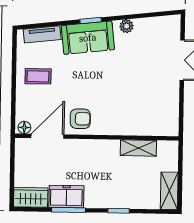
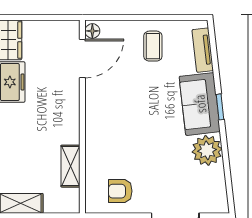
plant: (127, 26) -> (207, 150), width x1.88, depth x1.88
armchair: (80, 119) -> (120, 191), moved, turned 90
door: (47, 136) -> (82, 58), hinge flipped

